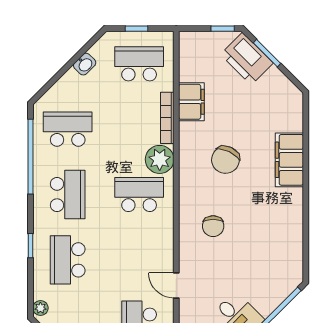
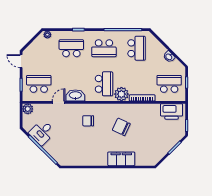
printer: (247, 59) -> (172, 111), moved, turned -135
school desk: (139, 64) -> (169, 84), turned -90
filing cabinet: (191, 102) -> (150, 110), removed
washbasin: (162, 252) -> (75, 95), added

